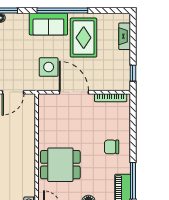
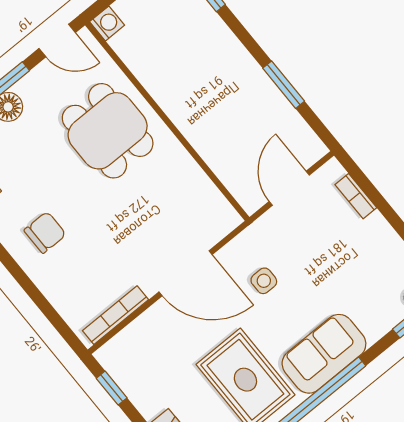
side table: (49, 67) -> (264, 281), width x0.54, depth x0.54
dining table: (60, 165) -> (108, 131), turned 90

